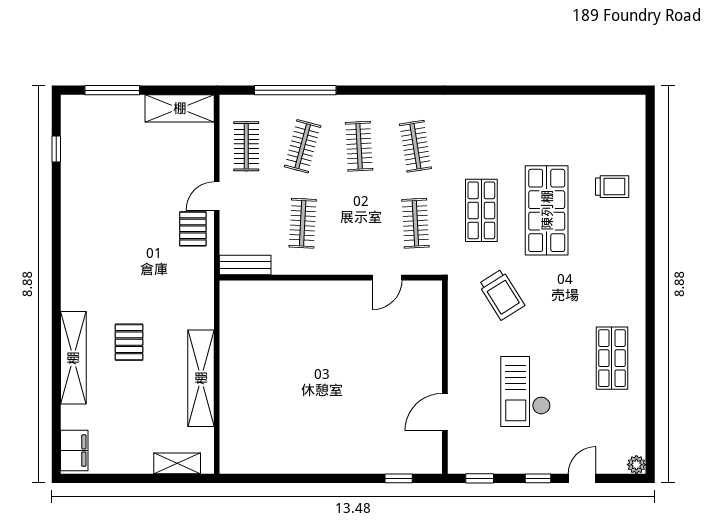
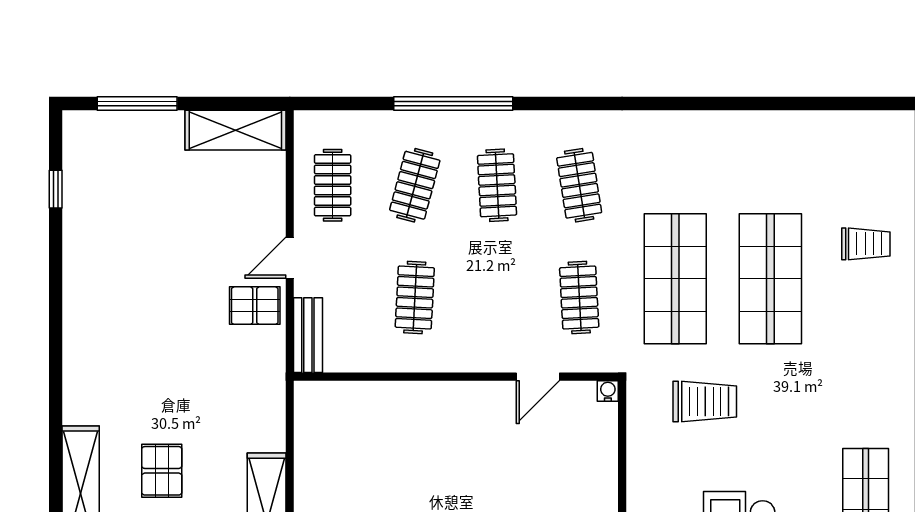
window: (295, 90) -> (453, 104), moved
shop shelf: (481, 210) -> (675, 279), width x1.43, depth x1.36
pallet: (193, 229) -> (255, 306), turned 90
bench: (245, 265) -> (308, 335), moved, turned 90
water cooler: (435, 287) -> (608, 391), added
trolley: (502, 295) -> (705, 401), turned -58

